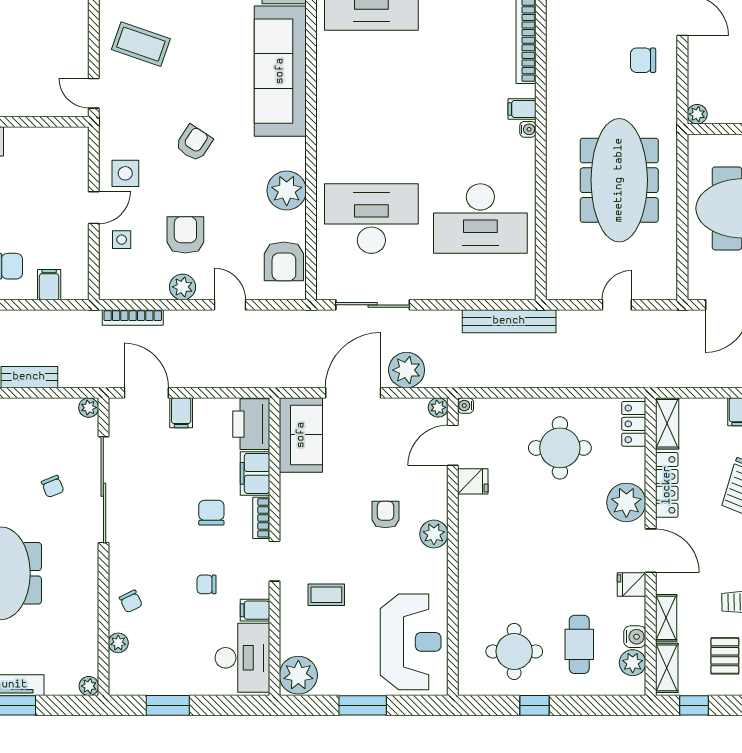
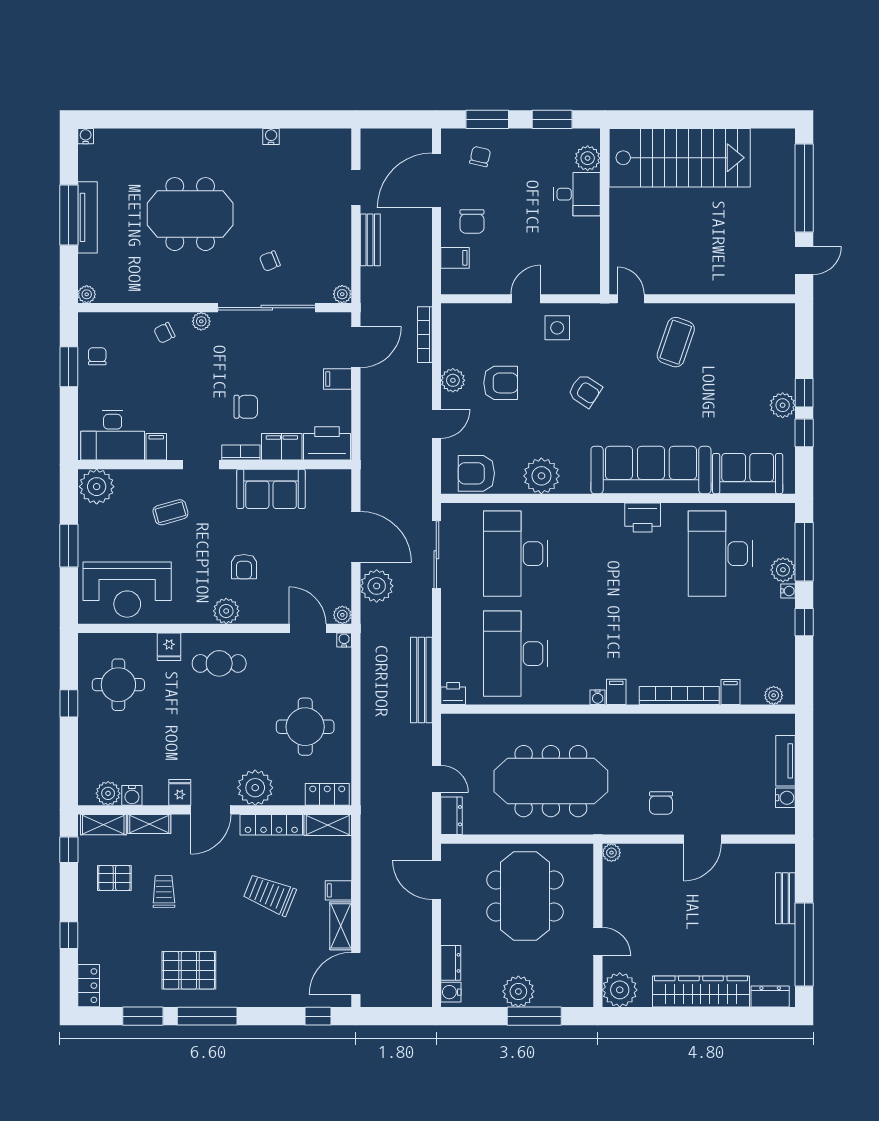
chair: (643, 60) -> (661, 803), turned 180
printer: (332, 80) -> (643, 517), added
door: (94, 93) -> (631, 299), hinge flipped
door: (94, 208) -> (526, 299), swing flipped
desk: (371, 219) -> (516, 554), turned 180
side table: (122, 240) -> (496, 324), removed
printer: (524, 287) -> (453, 693), added
dresser: (657, 288) -> (452, 816), added
sofa: (301, 435) -> (271, 489), moved
fridge: (473, 481) -> (169, 647), moved
armchair: (386, 515) -> (244, 567), turned 90
chair: (207, 584) -> (97, 356), moved
coffee table: (326, 595) -> (170, 512), turned 74
plant: (118, 643) -> (201, 321), moved
cafe table: (579, 644) -> (219, 663), moved

